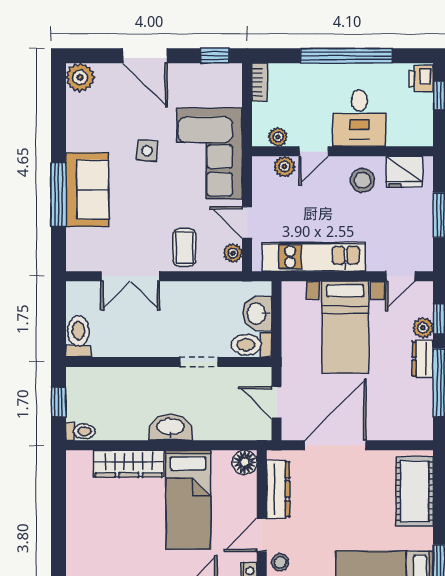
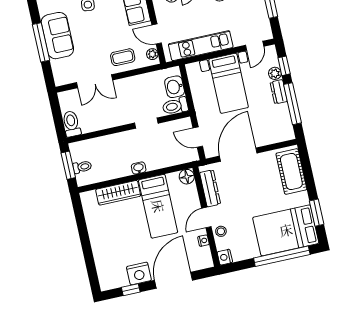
coffee table: (184, 248) -> (123, 57), turned 90
window: (58, 402) -> (68, 165), width x1.50
washbasin: (171, 427) -> (139, 168), width x0.52, depth x0.69
toilet: (80, 431) -> (82, 167), moved

